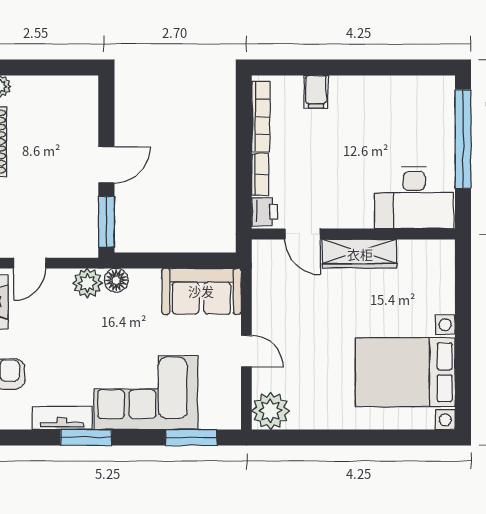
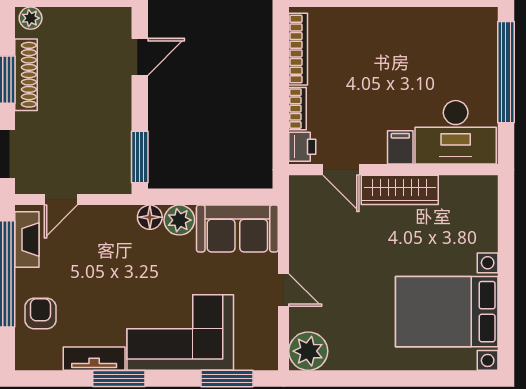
filing cabinet: (316, 92) -> (400, 147), moved, turned 180
door: (106, 165) -> (140, 57), moved
plant: (87, 283) -> (179, 220), moved

